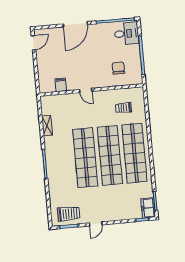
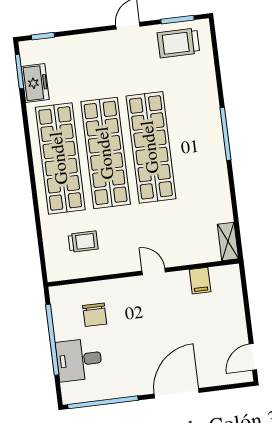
desk: (127, 34) -> (79, 360), moved
shelving: (47, 126) -> (228, 241), moved
freezer: (148, 208) -> (35, 83), moved

